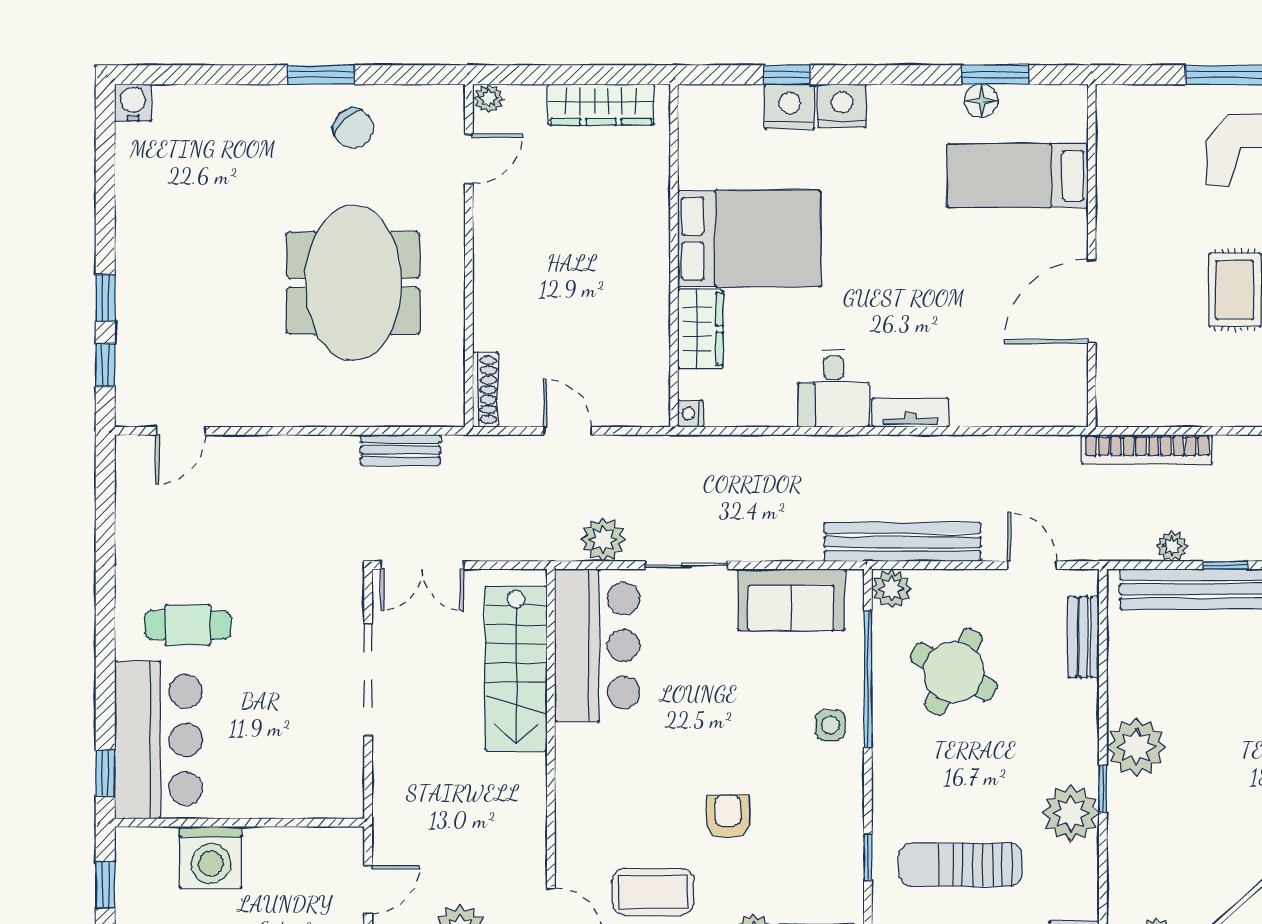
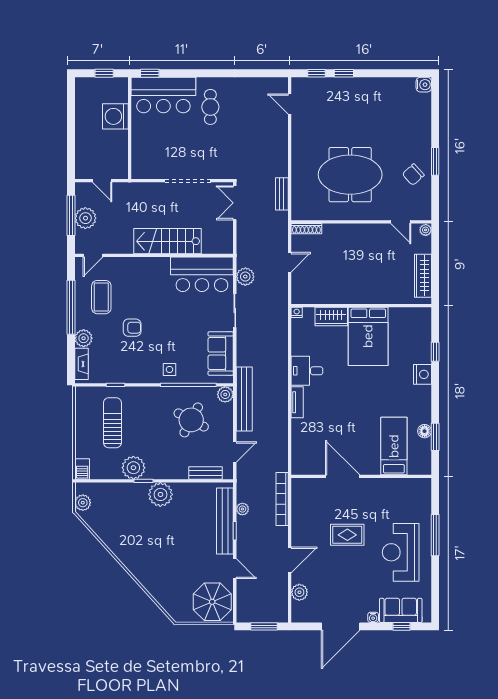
nightstand: (790, 107) -> (422, 353), removed
stairs: (516, 668) -> (167, 241), moved

